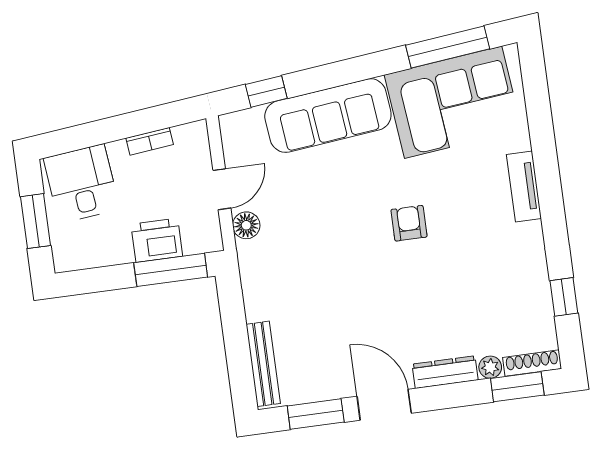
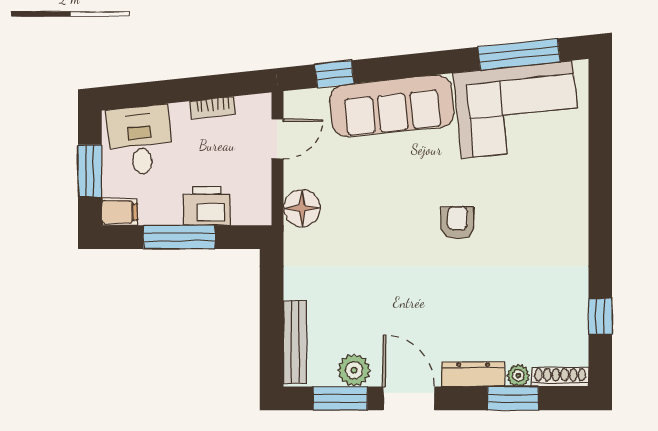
tv unit: (524, 187) -> (576, 202), removed
door: (222, 189) -> (278, 139), moved
floor lamp: (246, 225) -> (302, 208), width x1.38, depth x1.38
filing cabinet: (71, 258) -> (119, 212), added
window: (171, 270) -> (179, 237), moved
plant: (326, 384) -> (354, 370), added
window: (517, 387) -> (513, 398), moved

